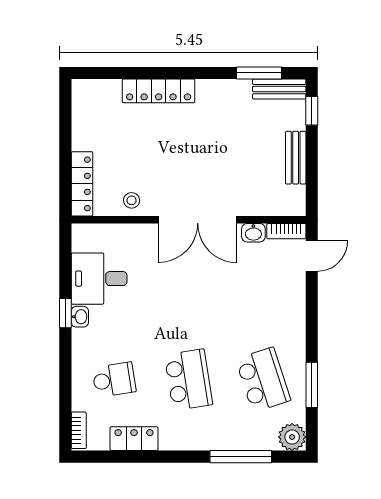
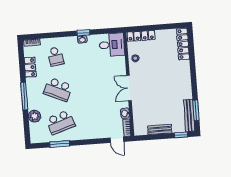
bench: (279, 89) -> (189, 116), width x1.36
locker: (159, 91) -> (183, 44), moved
double door: (198, 220) -> (129, 88), width x0.73
desk: (99, 279) -> (112, 45), moved, turned 90
school desk: (189, 380) -> (58, 89), turned 33
plant: (292, 437) -> (35, 116), moved
window: (241, 457) -> (24, 96), moved

